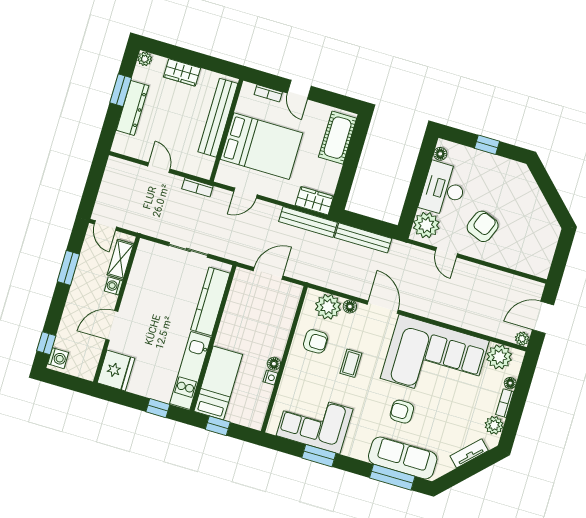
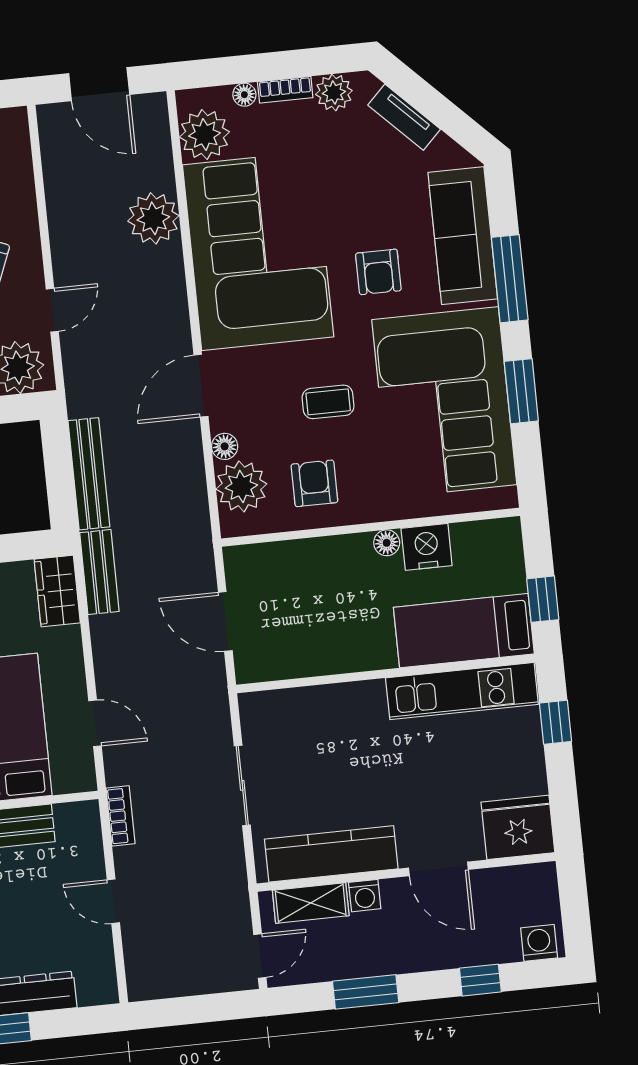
door: (159, 168) -> (113, 901), hinge flipped
bench: (308, 222) -> (99, 572), width x0.73
kitchen counter: (210, 301) -> (331, 854), moved, turned 180
plant: (522, 339) -> (153, 218), moved, width x1.87, depth x1.87
window: (46, 343) -> (480, 980), moved
nightstand: (270, 378) -> (427, 547), width x1.89, depth x1.79
corner sofa: (315, 422) -> (444, 402), width x1.36, depth x1.36
window: (392, 477) -> (510, 279), moved

